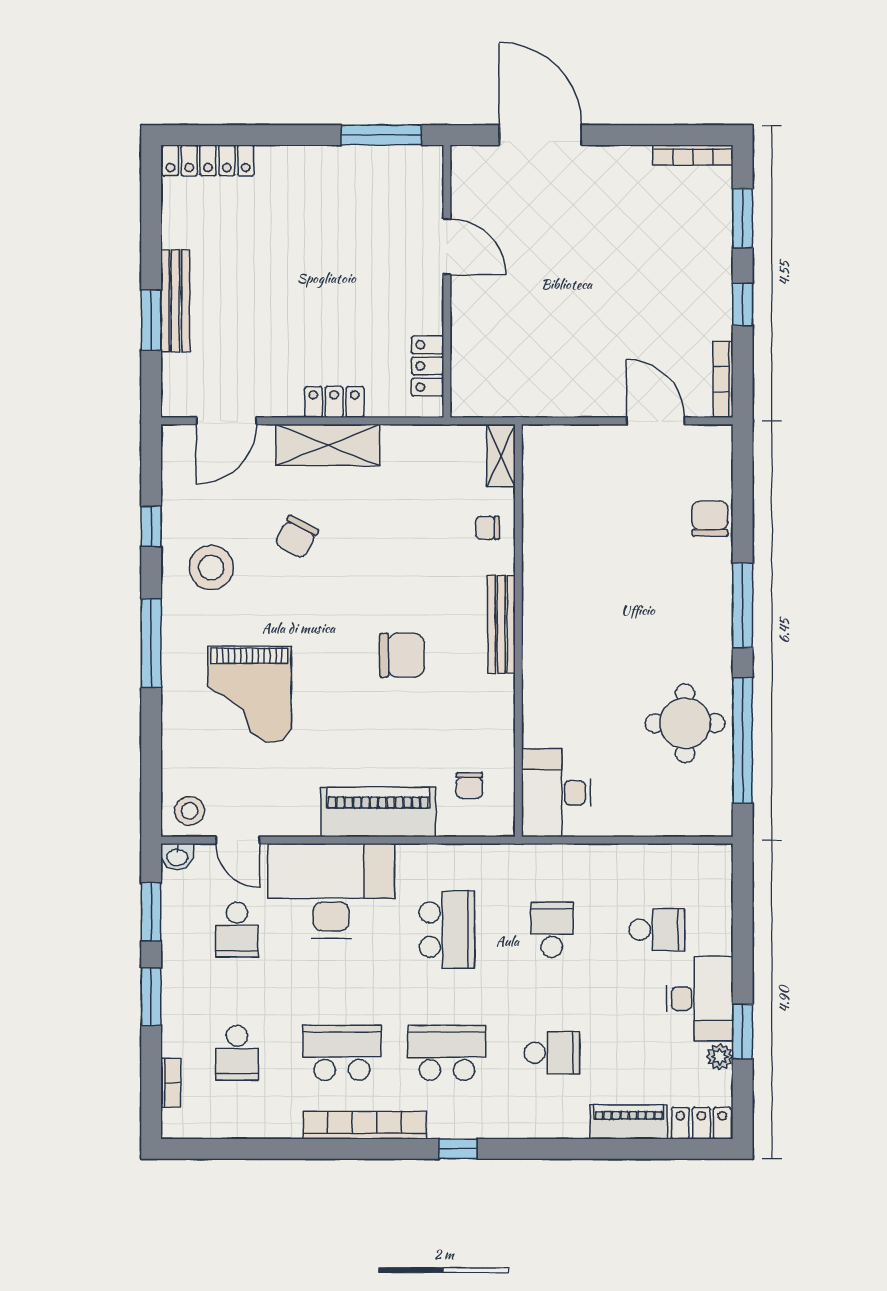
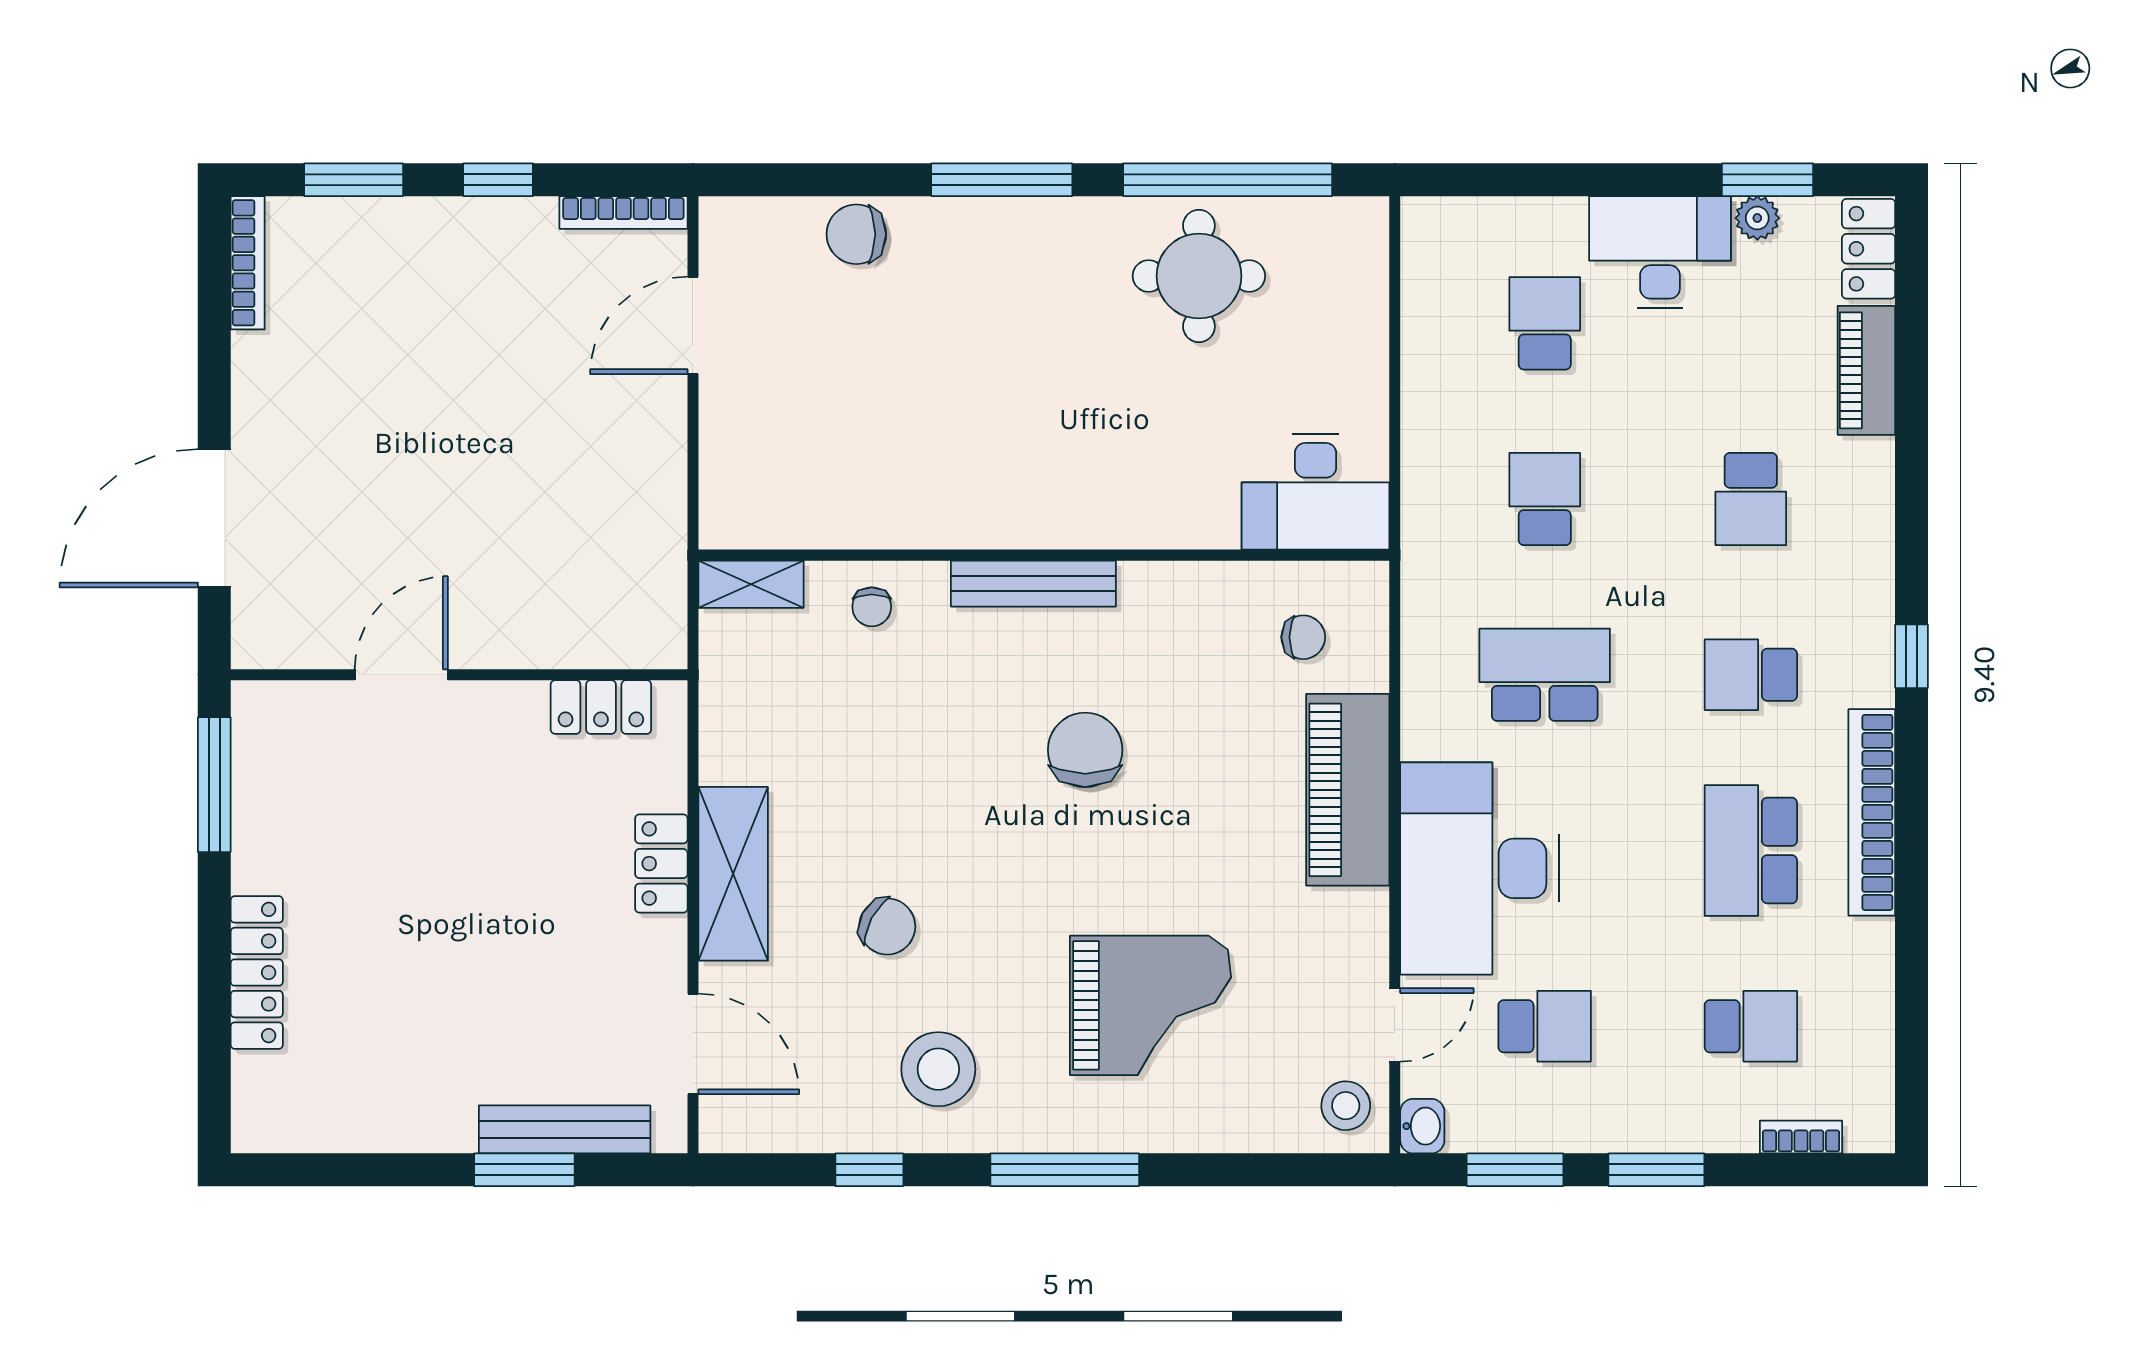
locker: (208, 160) -> (257, 973), moved
bench: (175, 301) -> (565, 1129), moved
school desk: (552, 930) -> (1545, 499), turned 90
window: (743, 1031) -> (1768, 180), moved
school desk: (447, 1053) -> (1751, 675), width x0.54
school desk: (552, 1053) -> (1751, 499), turned 180

